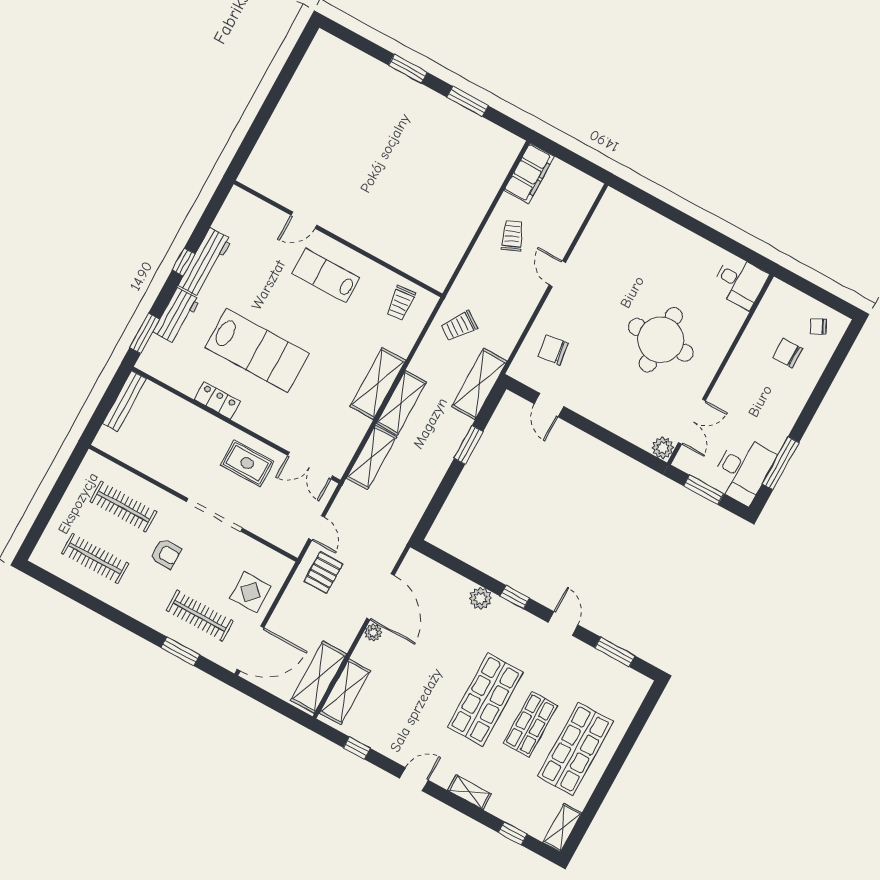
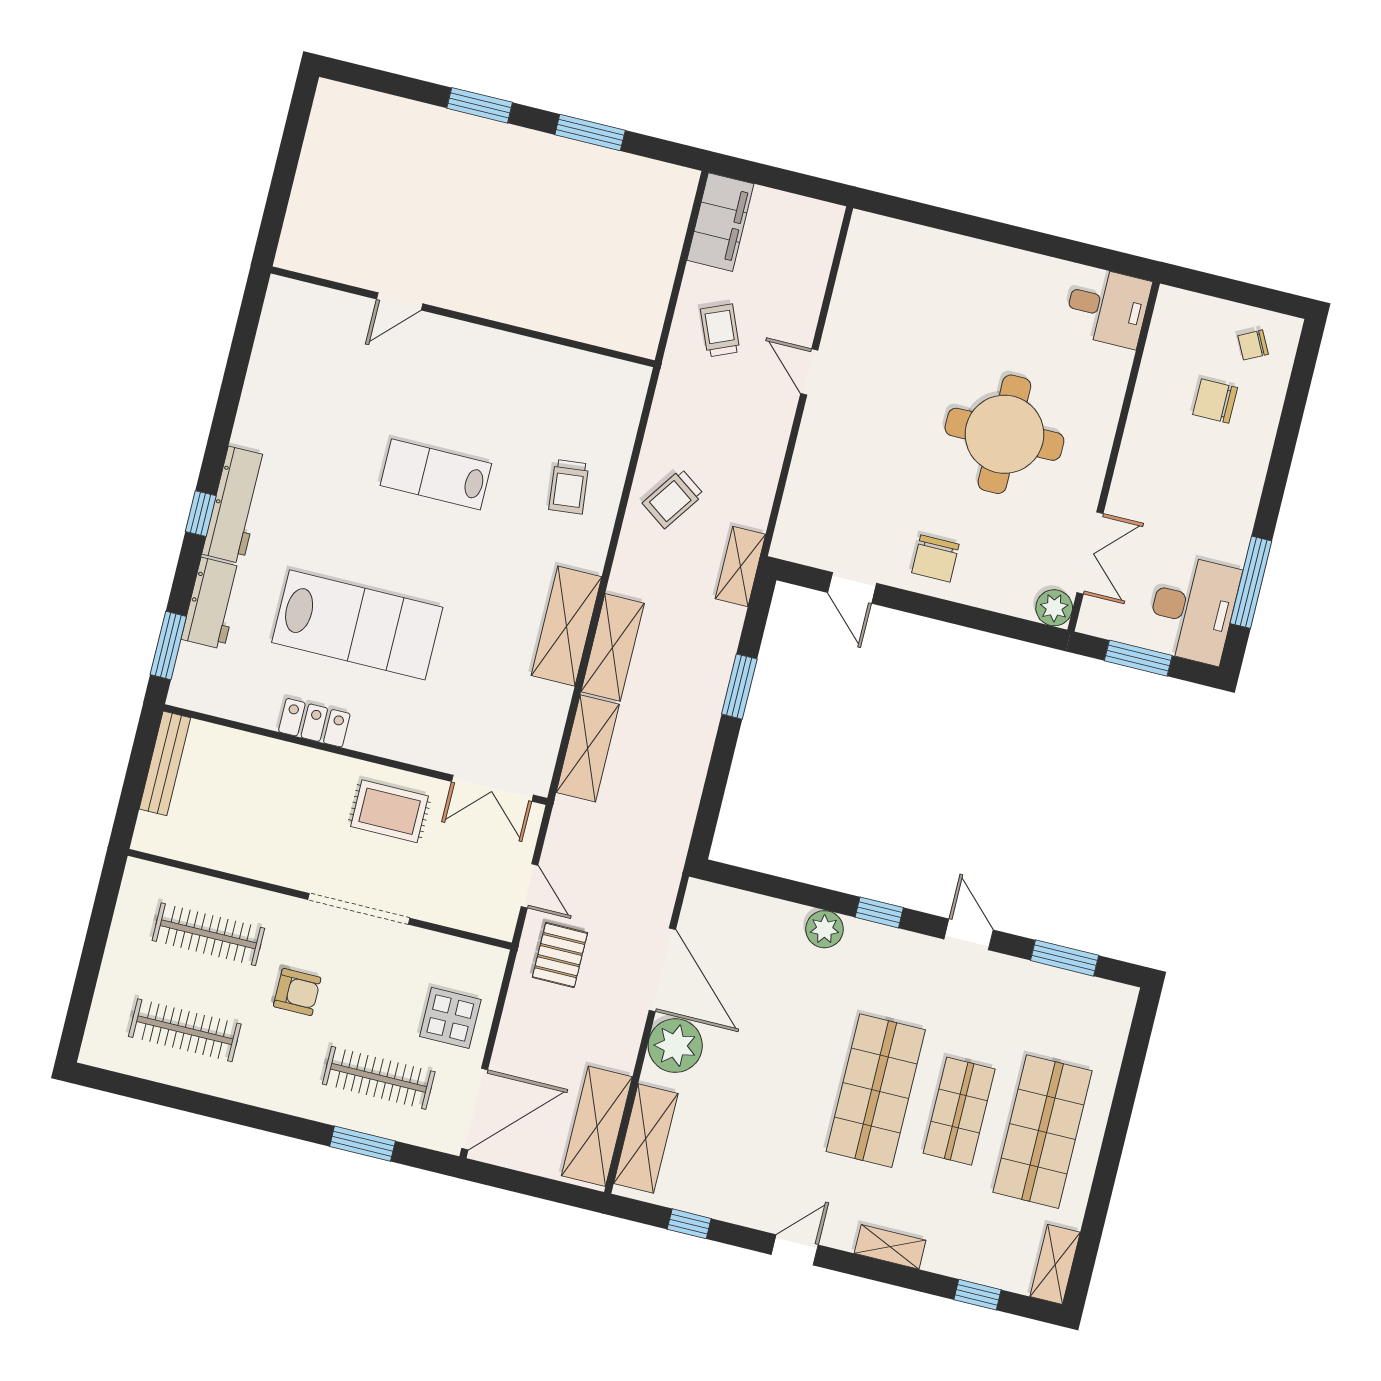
door: (304, 220) -> (400, 301), moved
wall: (338, 239) -> (463, 317), moved
chair: (553, 350) -> (935, 559), moved, turned -82
shelving: (479, 384) -> (740, 567), width x0.67, depth x0.75
plant: (373, 632) -> (675, 1046), width x1.88, depth x1.88

